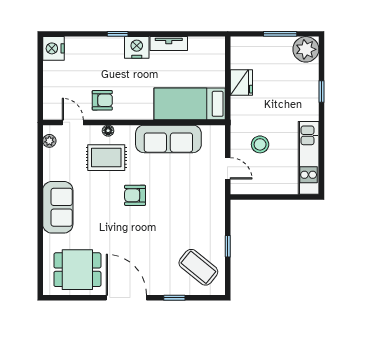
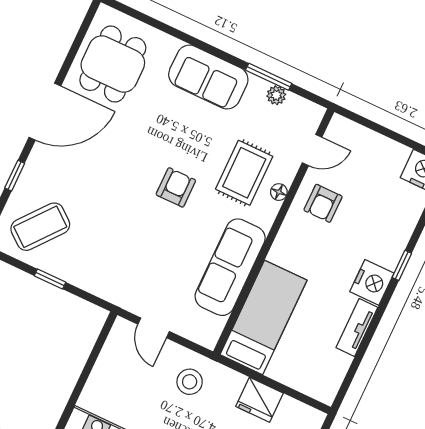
plant: (49, 141) -> (276, 95), moved
stool: (260, 144) -> (190, 382), moved
door: (228, 168) -> (154, 328), hinge flipped
window: (40, 170) -> (269, 77), added

